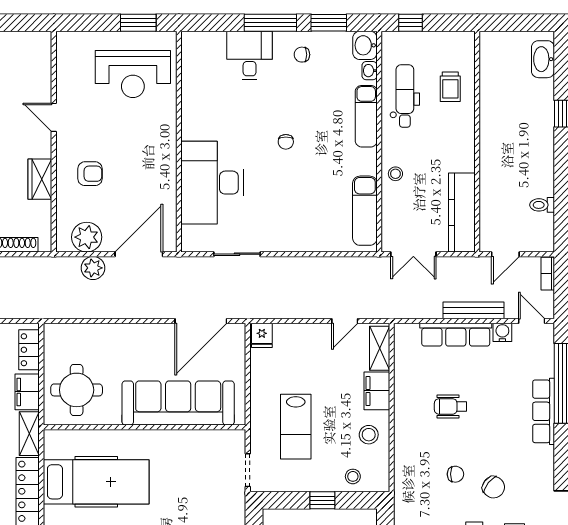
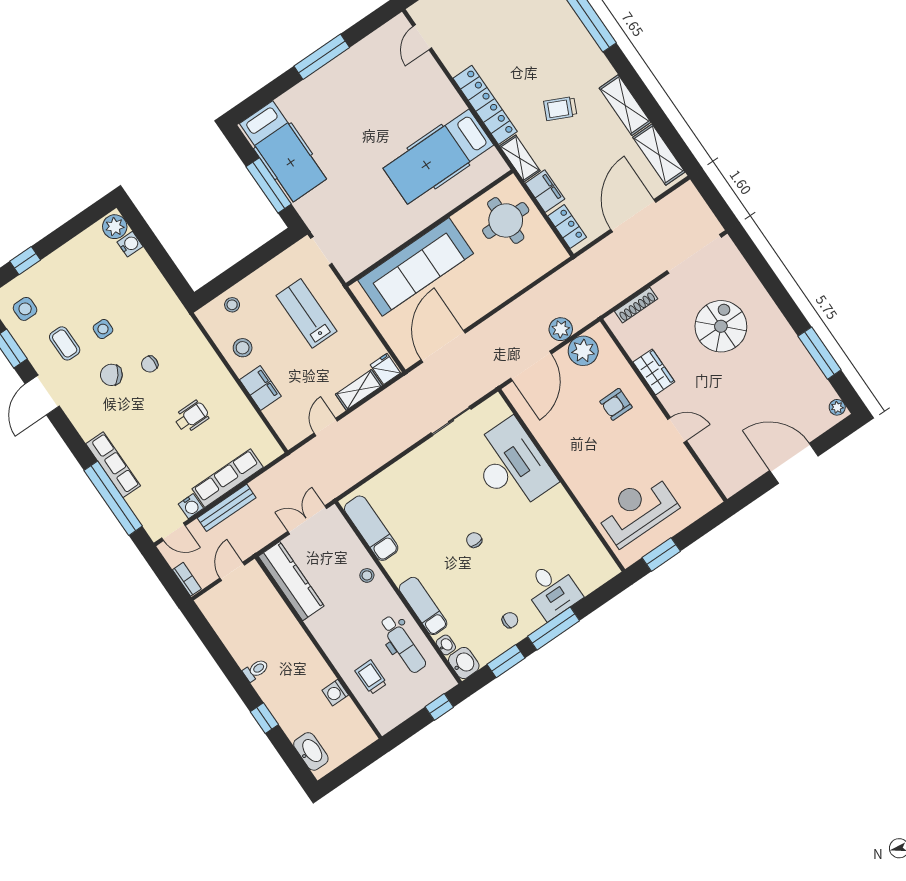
washing machine: (489, 94) -> (335, 693), added
toilet: (542, 205) -> (256, 670), moved
shelving: (380, 348) -> (359, 390), moved, turned 90
window: (322, 500) -> (243, 268), removed

